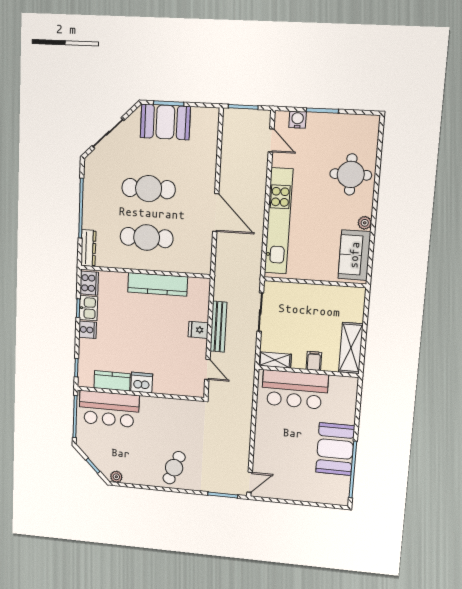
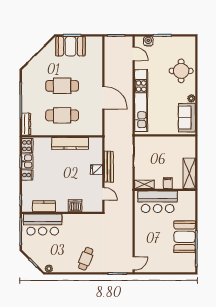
dishwasher: (142, 383) -> (75, 206), moved

